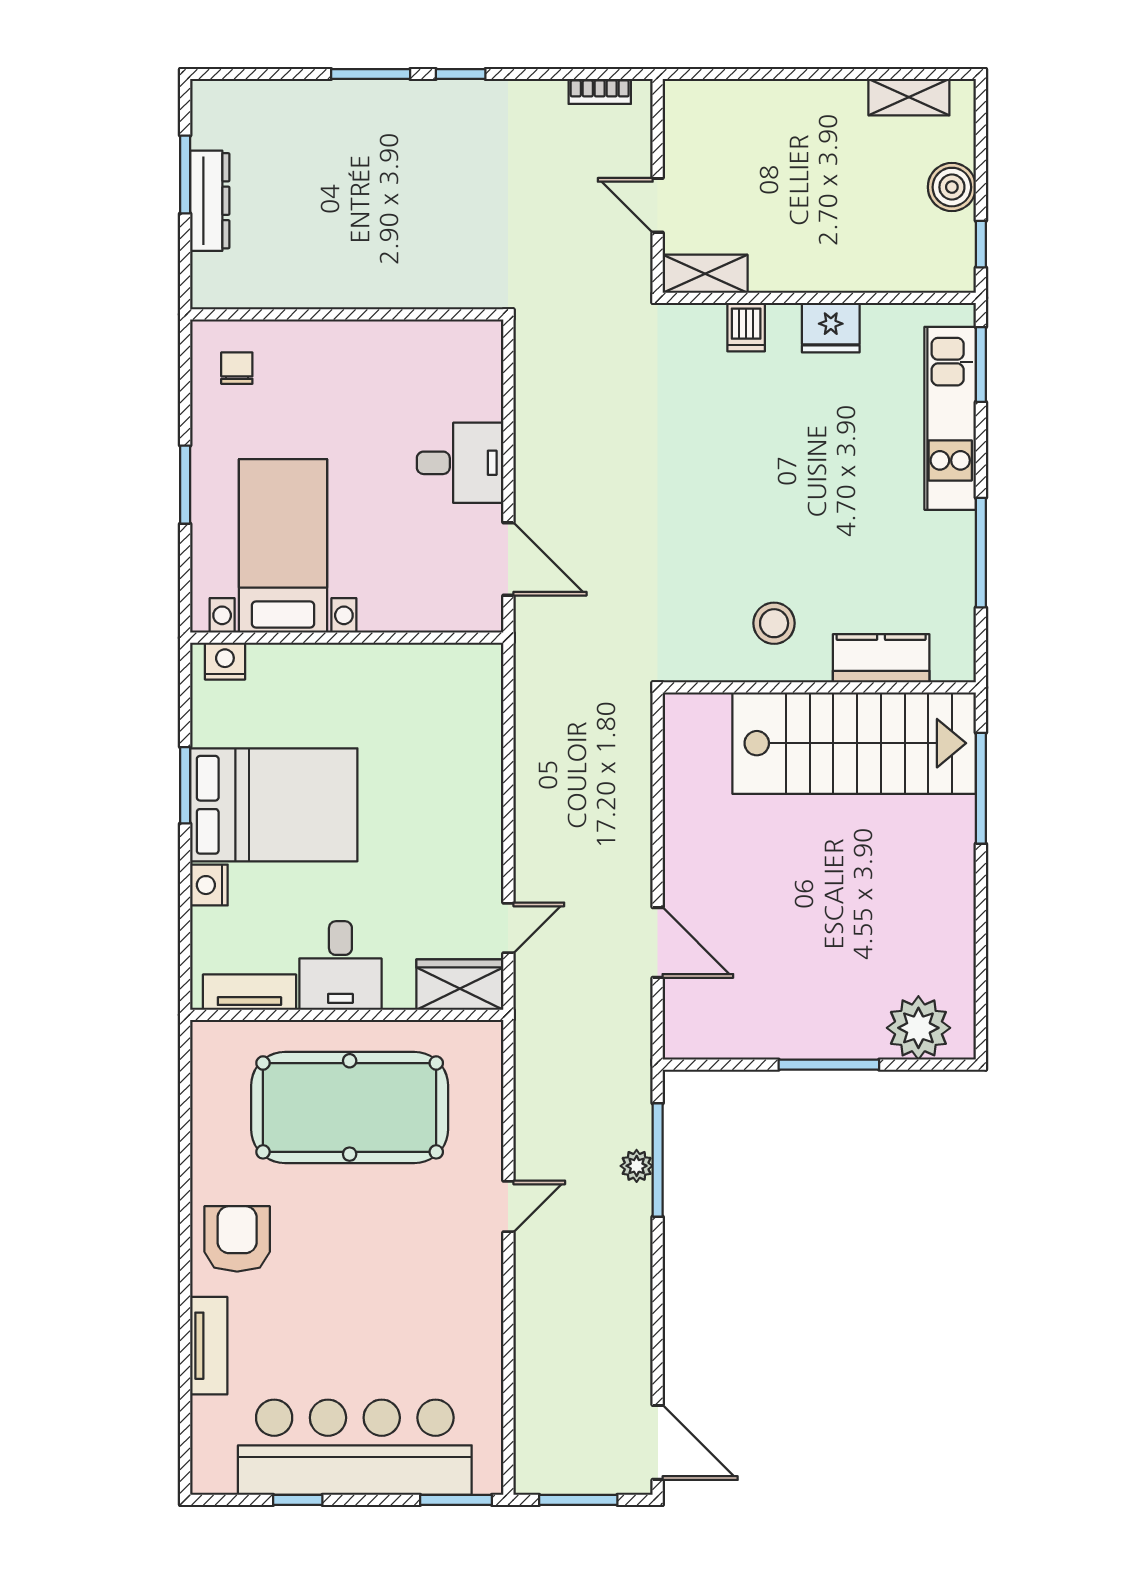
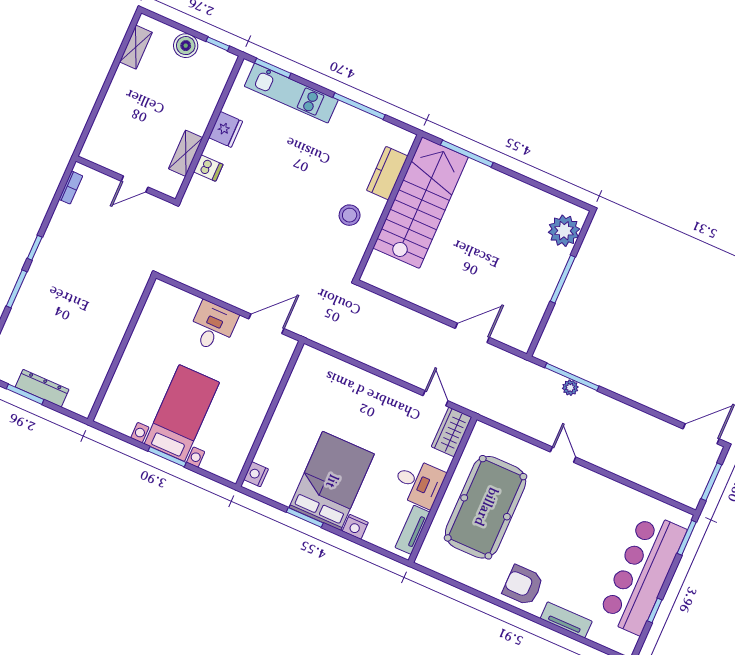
shelving: (705, 274) -> (186, 153), moved
chair: (237, 368) -> (124, 410), removed
bed with nightstands: (283, 546) -> (182, 413), moved, turned 90

